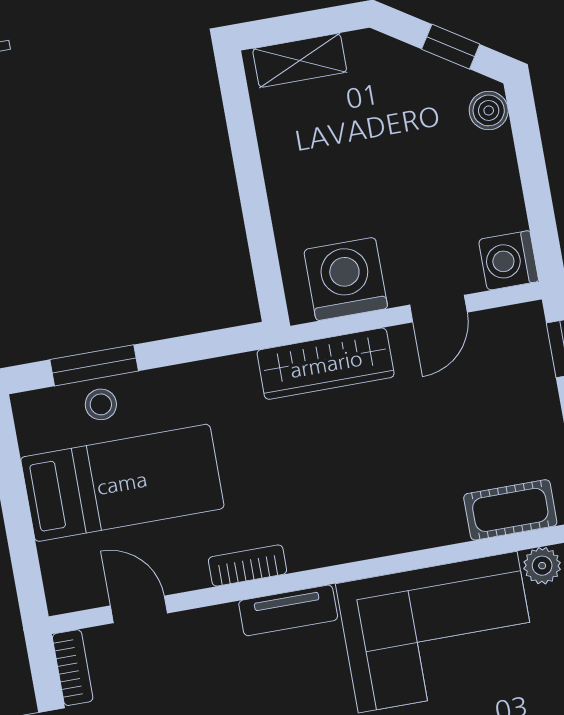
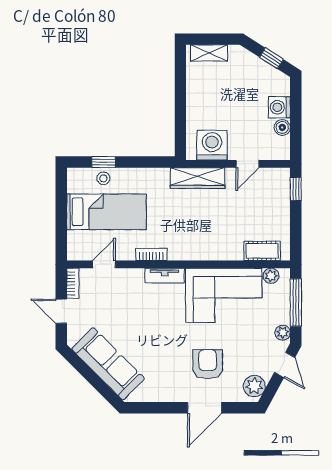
boiler: (489, 110) -> (282, 127), moved
washing machine: (509, 260) -> (279, 107), moved
window: (94, 365) -> (103, 162), width x0.67
door: (139, 609) -> (104, 264), hinge flipped

